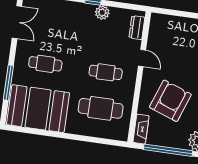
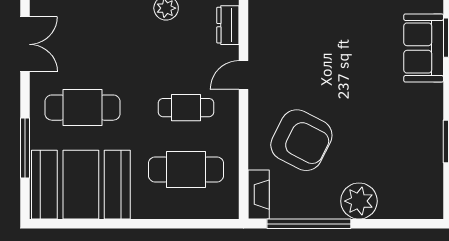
door: (142, 58) -> (244, 75), swing flipped
cafe table: (45, 64) -> (83, 108), width x1.37, depth x1.35
armchair: (170, 101) -> (301, 140), turned 97

